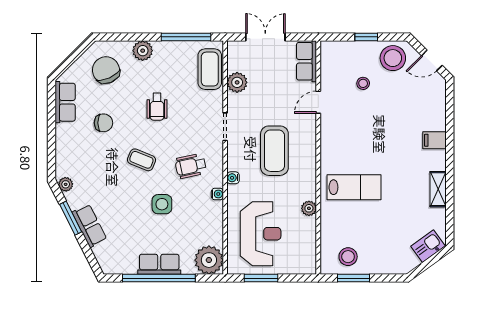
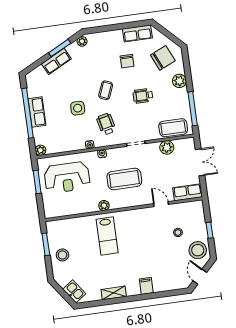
plant: (309, 208) -> (104, 206), moved
stool: (348, 257) -> (62, 255), moved
plant: (209, 260) -> (41, 150), width x0.53, depth x0.53

